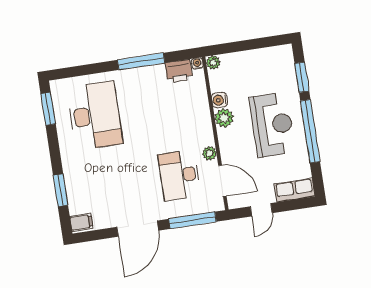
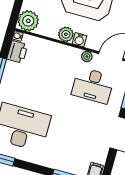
plant: (213, 62) -> (28, 21), width x1.87, depth x1.87
water cooler: (219, 100) -> (79, 40), moved

